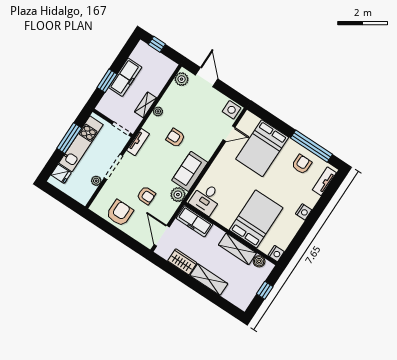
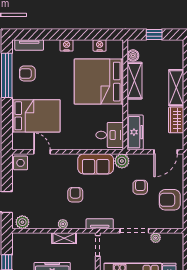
armchair: (175, 138) -> (75, 195), turned 180
bed: (256, 219) -> (99, 82), width x1.36
nightstand: (276, 254) -> (100, 45), moved

